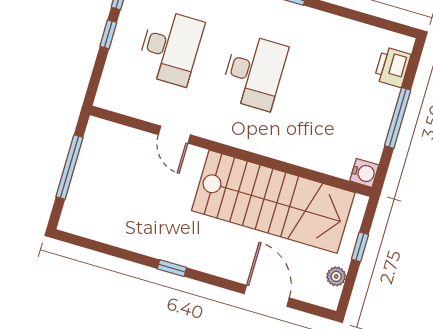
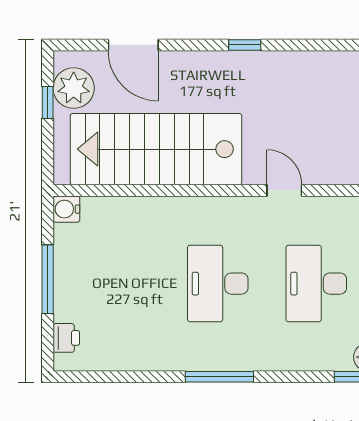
printer: (392, 67) -> (66, 338), width x0.73, depth x0.81
window: (360, 247) -> (48, 102), moved
plant: (336, 276) -> (74, 88), width x1.88, depth x1.88

